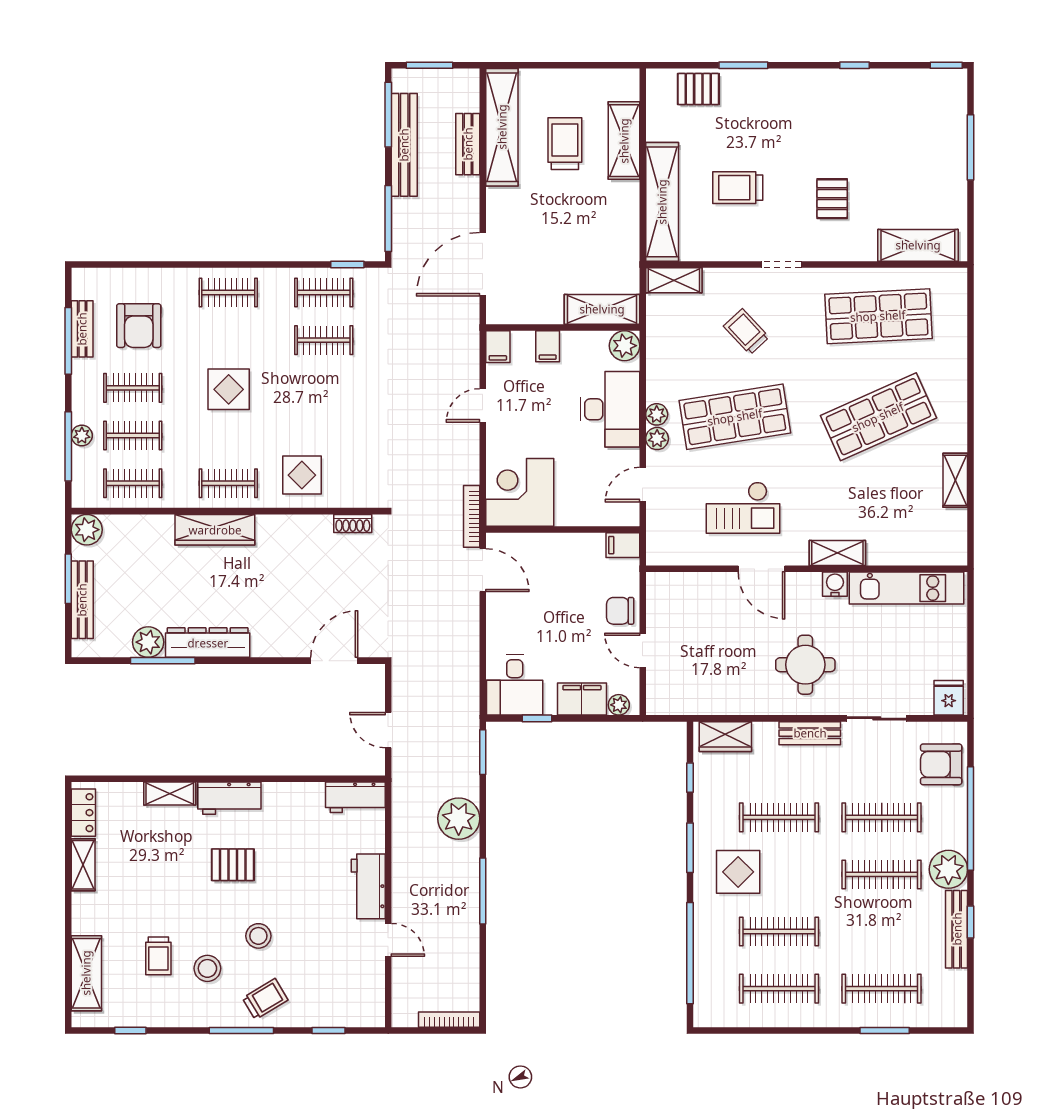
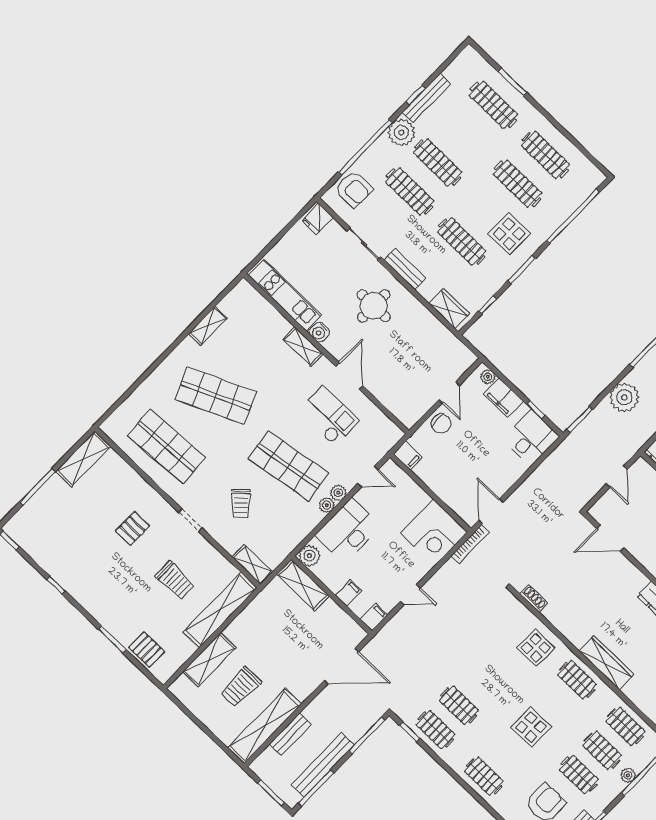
shelving: (918, 245) -> (83, 459), moved, turned 90

